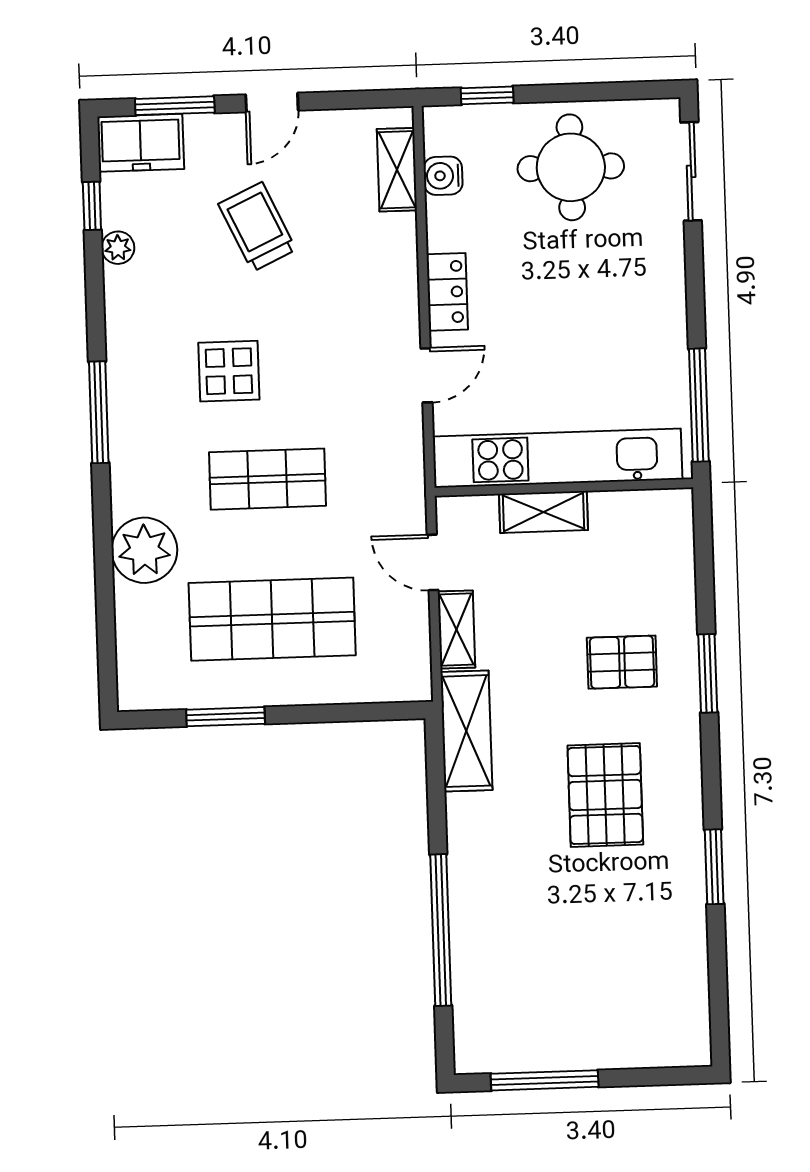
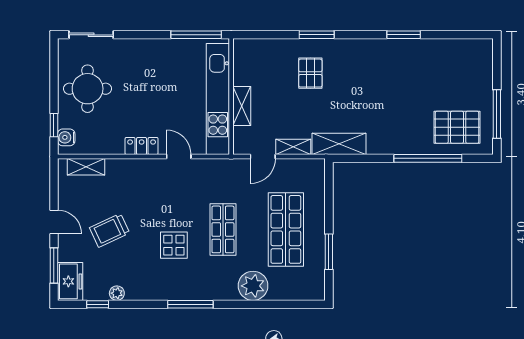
water cooler: (443, 176) -> (66, 137), moved, turned 90
pallet: (605, 795) -> (457, 127), moved

